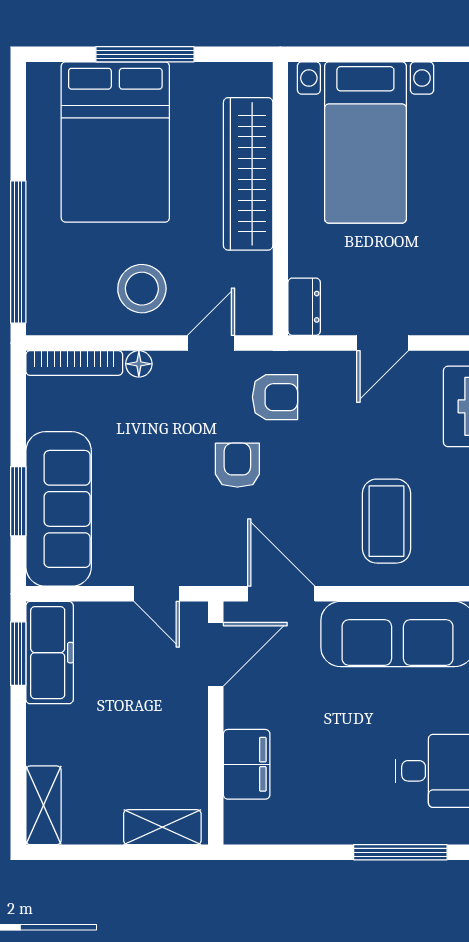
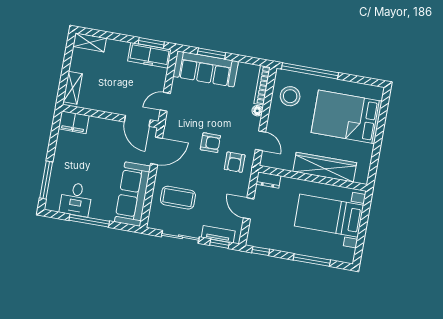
window: (145, 54) -> (379, 135), removed
stool: (142, 289) -> (290, 96), moved
filing cabinet: (247, 764) -> (74, 122), moved

